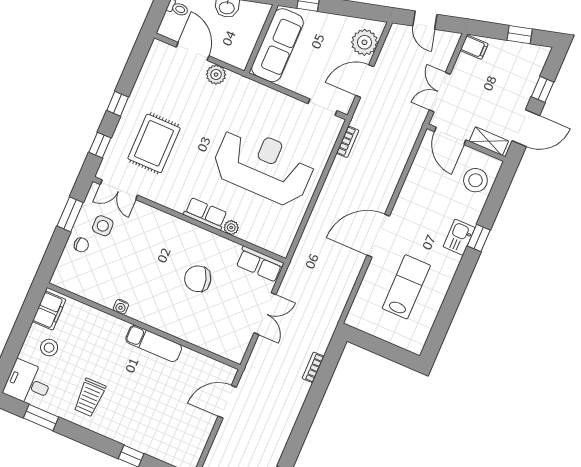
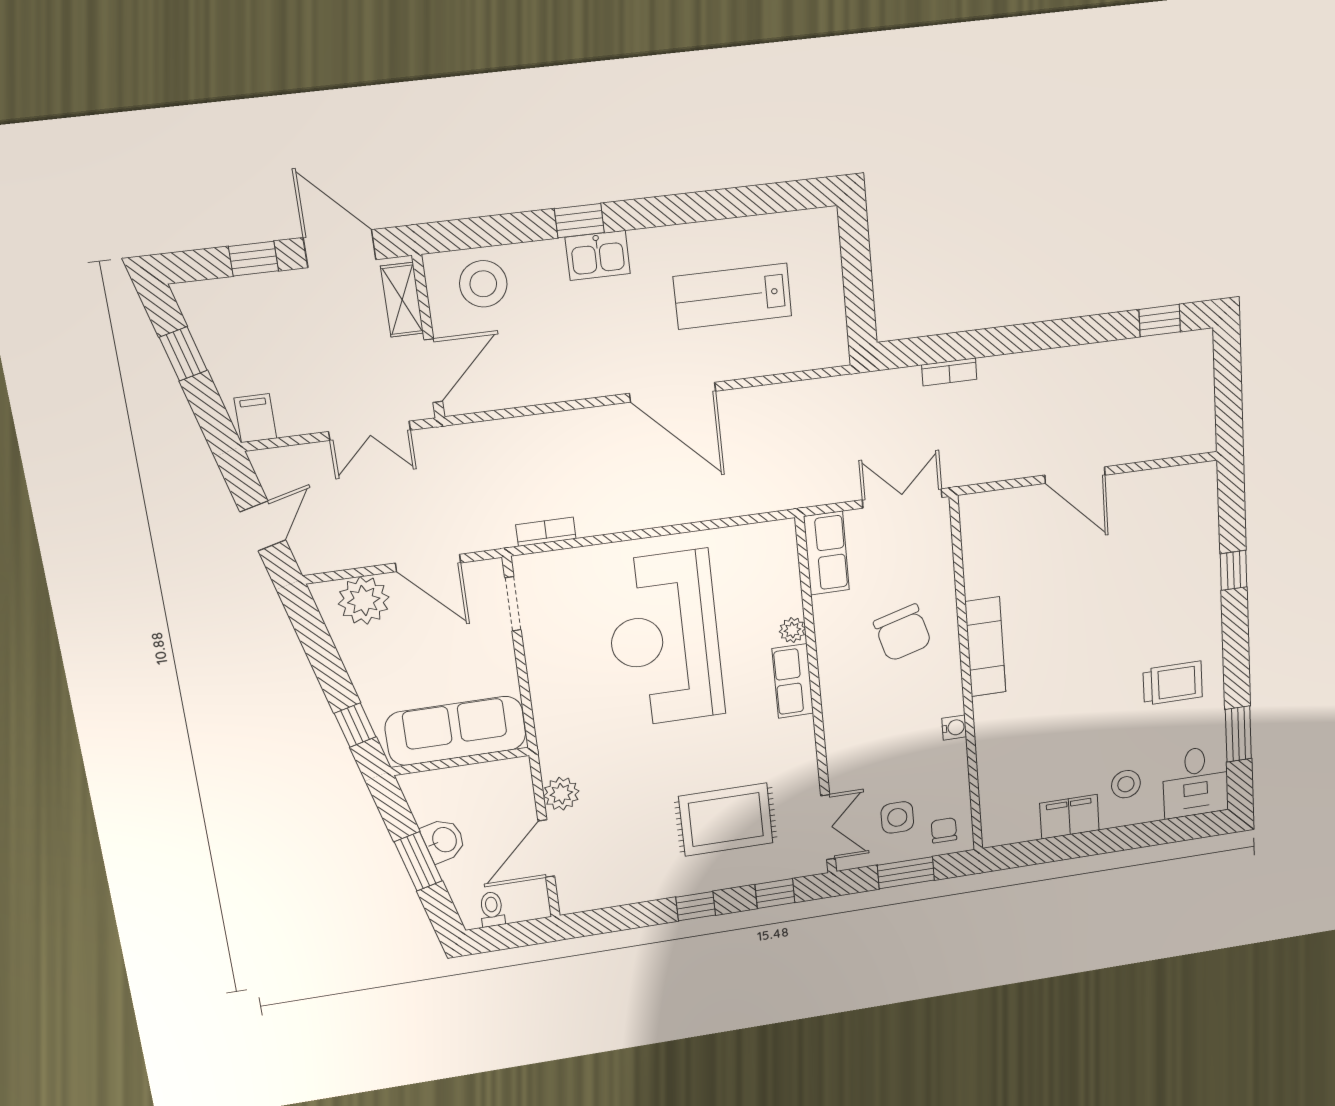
water cooler: (121, 307) -> (954, 728), moved
wall: (144, 326) -> (966, 677), moved
exam couch: (154, 343) -> (985, 647), moved

